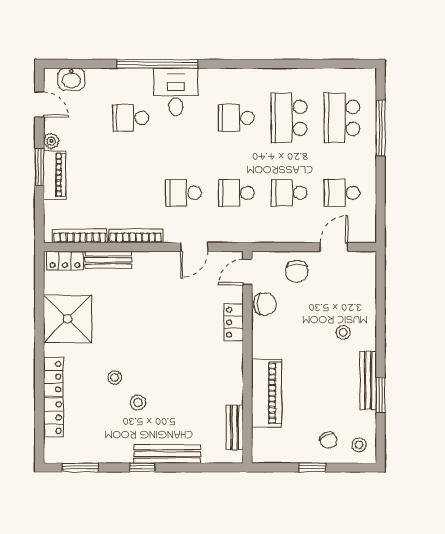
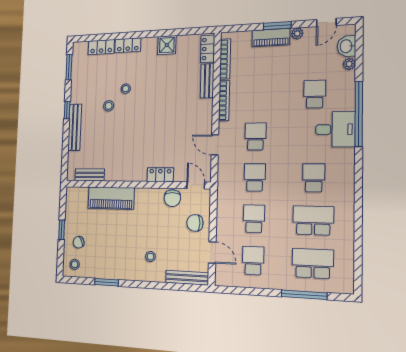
plant: (94, 76) -> (349, 64), added
shower: (68, 319) -> (167, 45), width x0.54, depth x0.54
bench: (368, 380) -> (187, 278), moved

